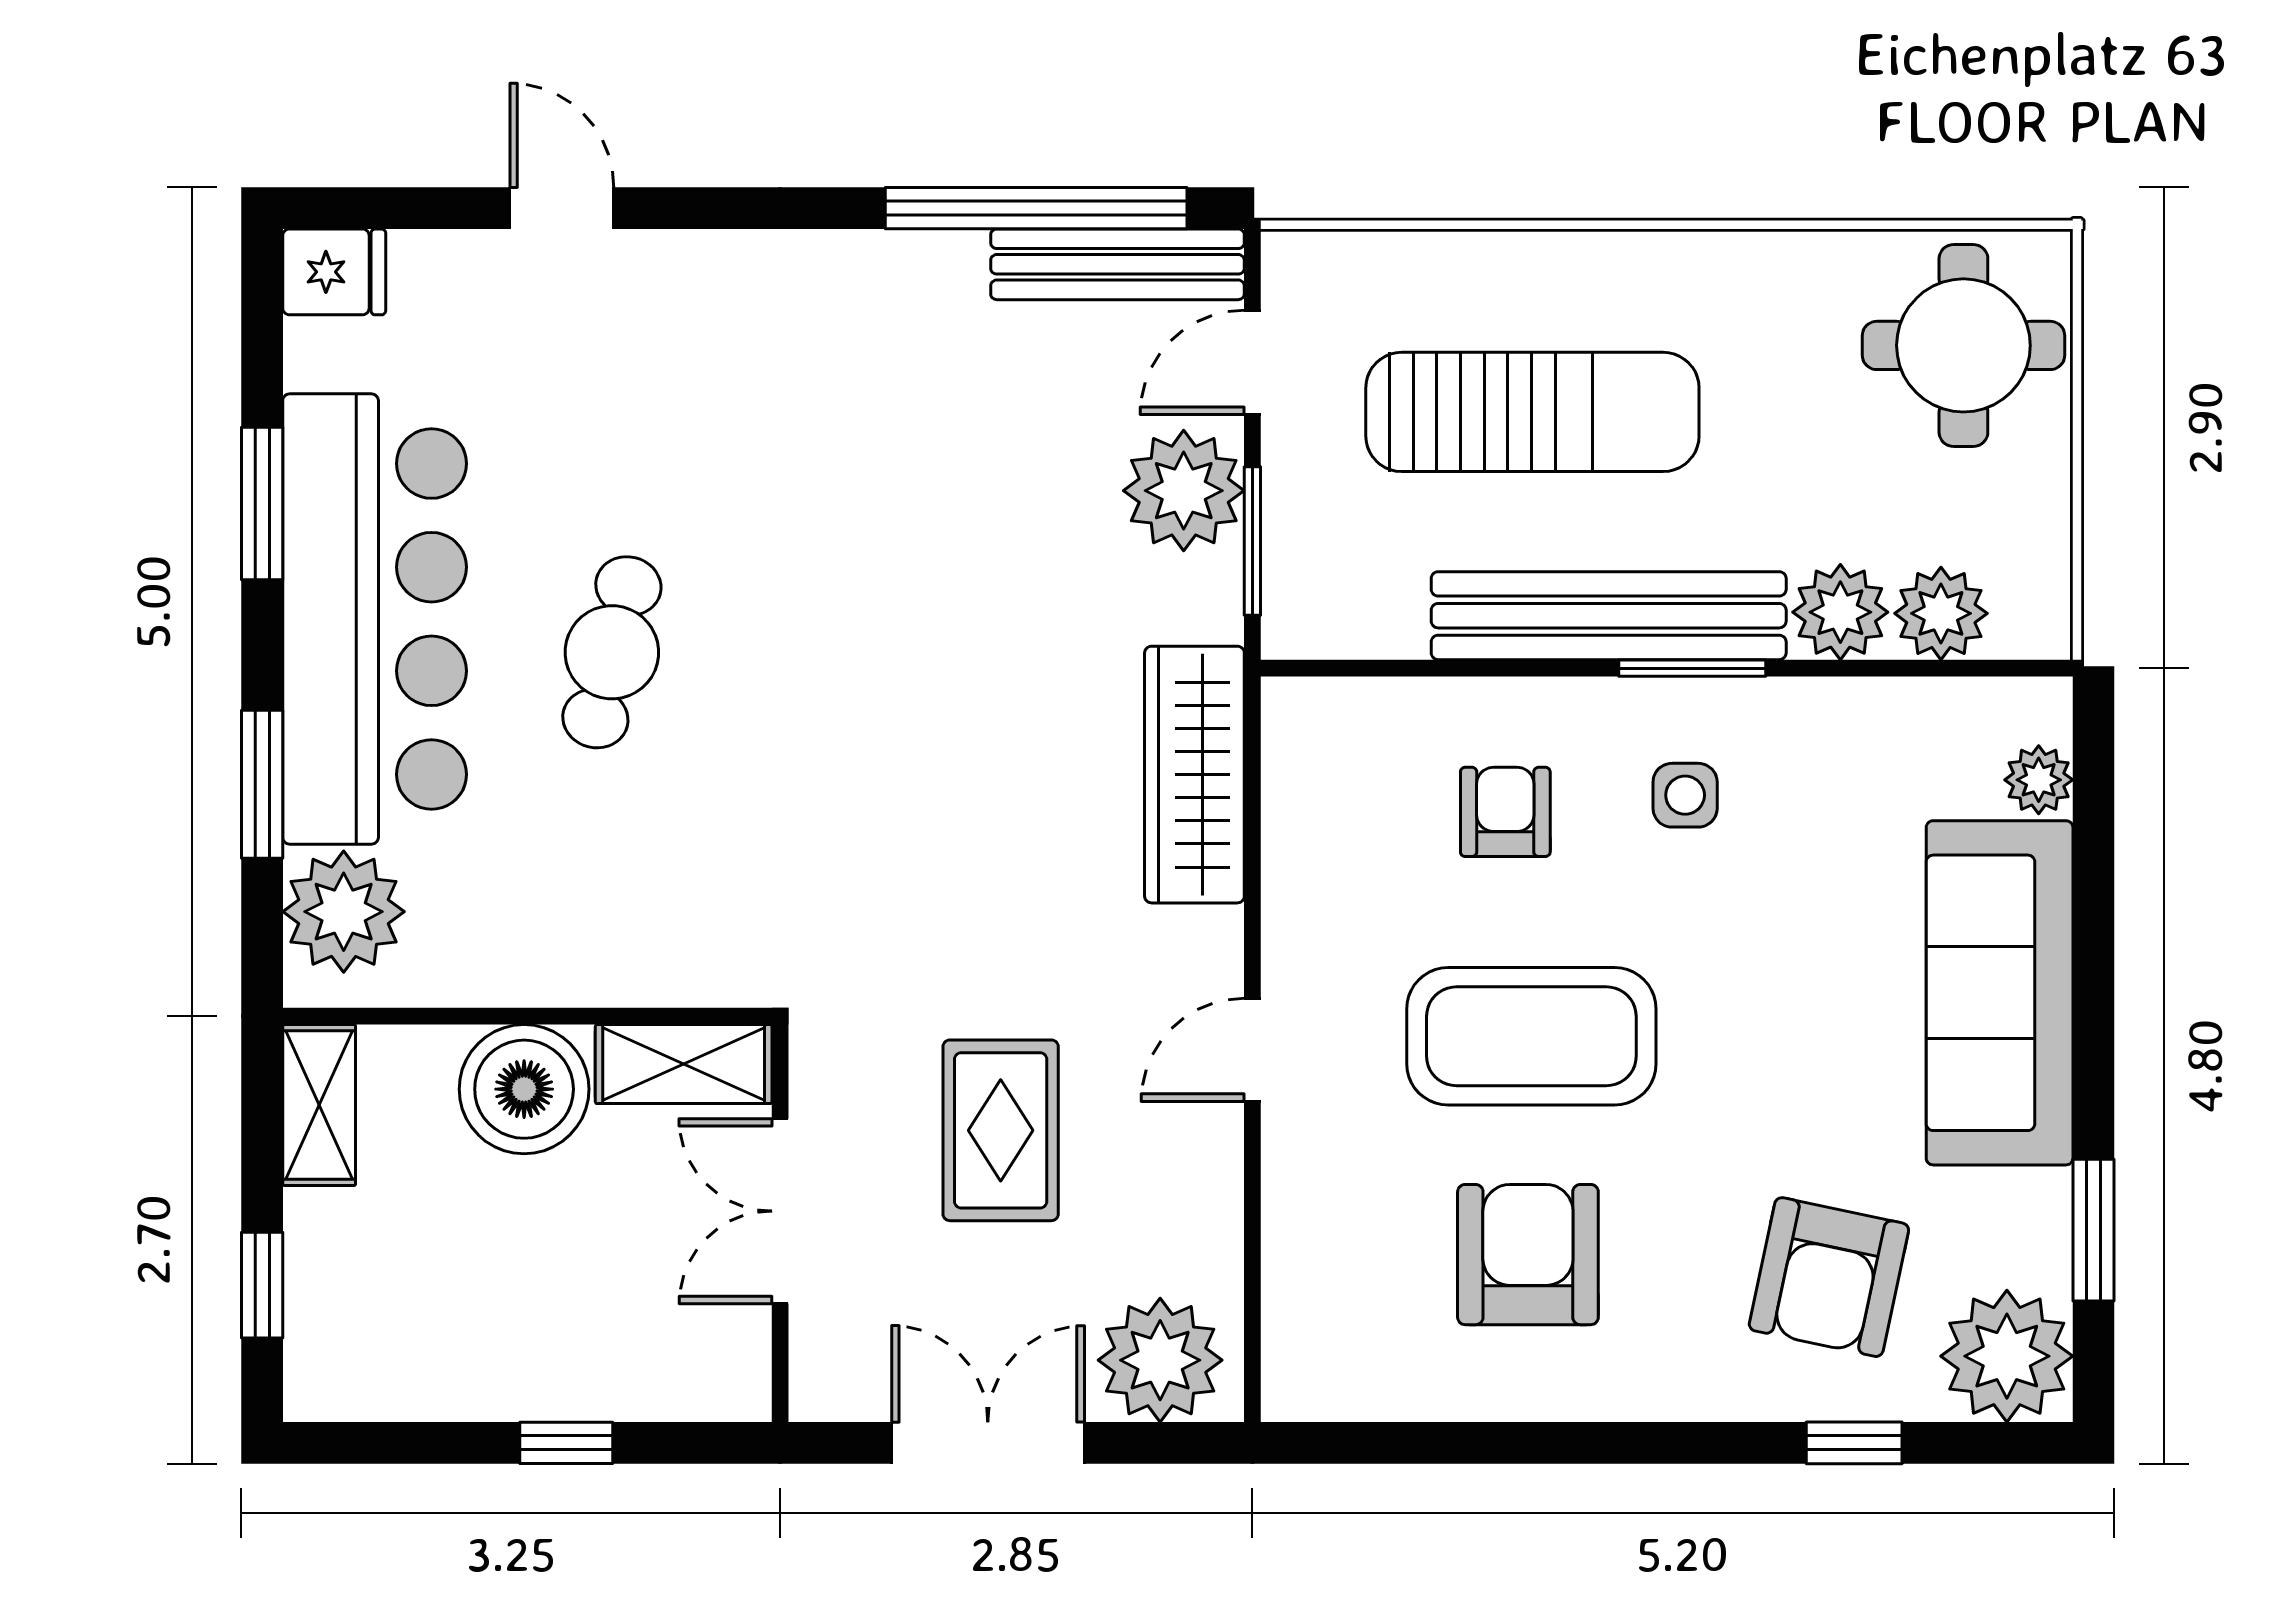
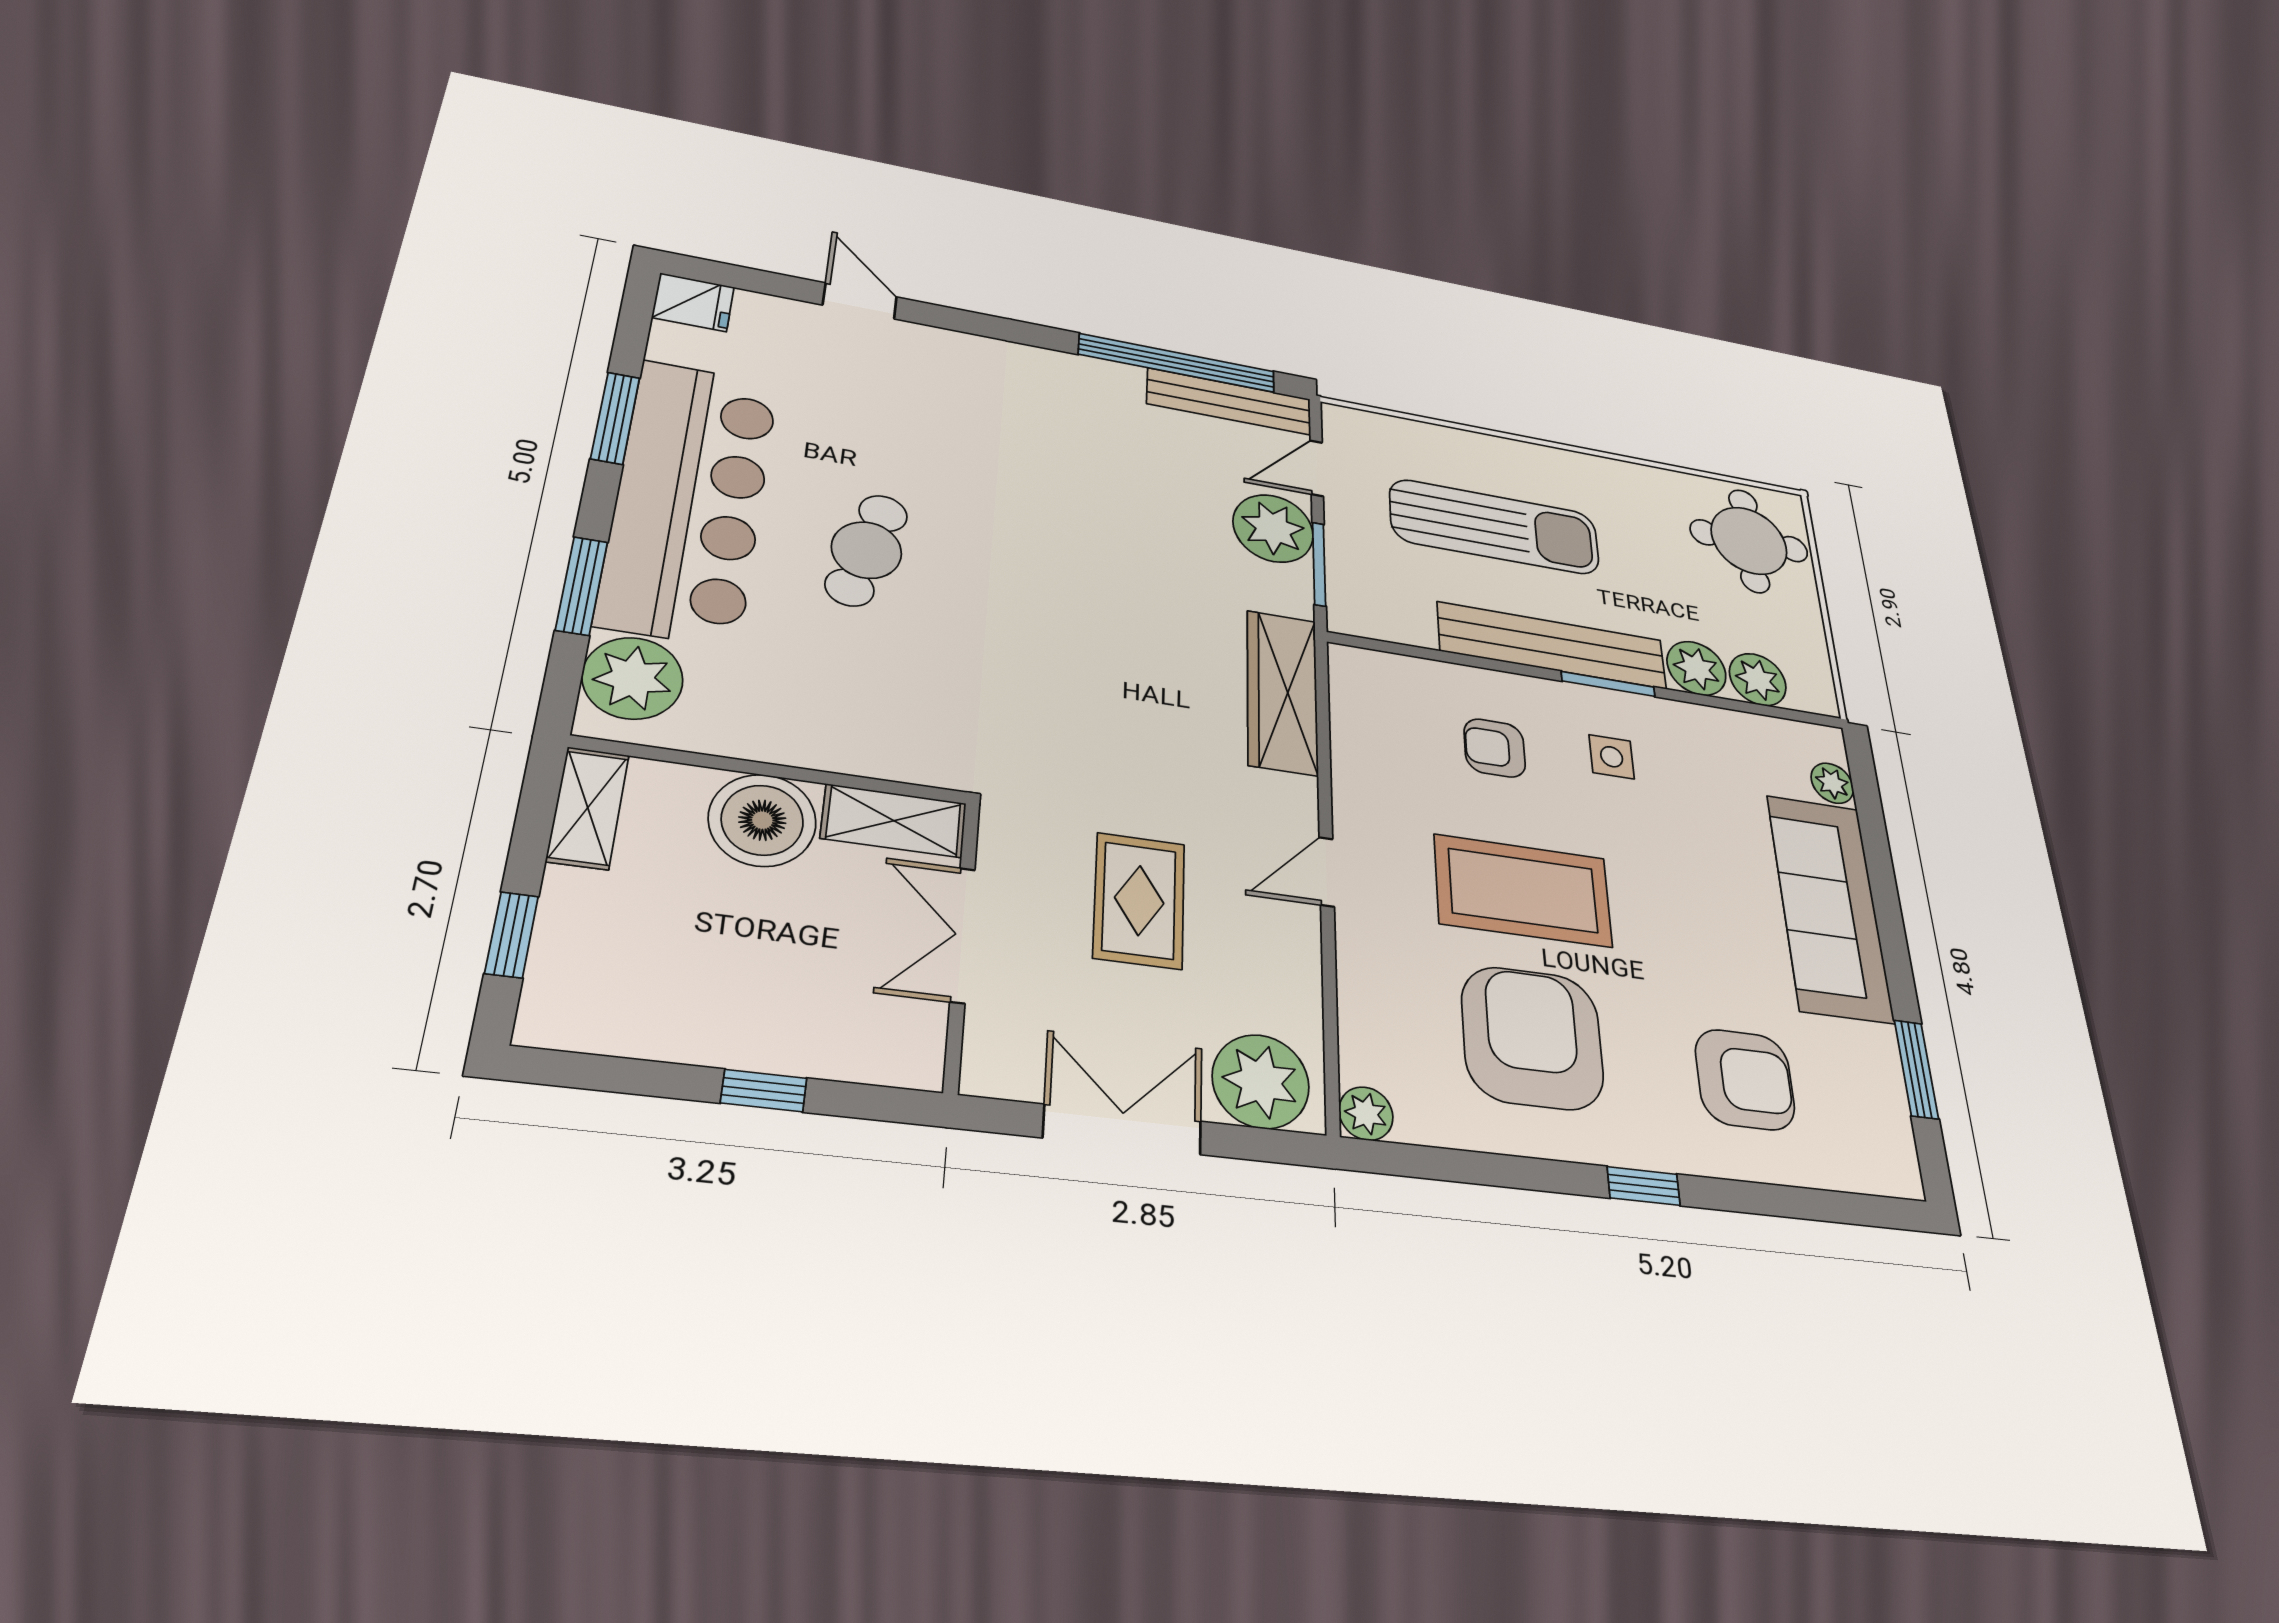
armchair: (1505, 812) -> (1495, 748), turned -90
armchair: (1528, 1255) -> (1532, 1038), width x1.36, depth x1.36
armchair: (1829, 1277) -> (1745, 1080), turned -102
plant: (2007, 1356) -> (1366, 1114), moved, width x0.53, depth x0.53
window: (1854, 1443) -> (1644, 1186), moved

